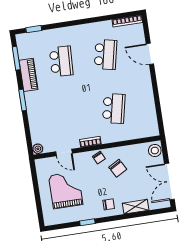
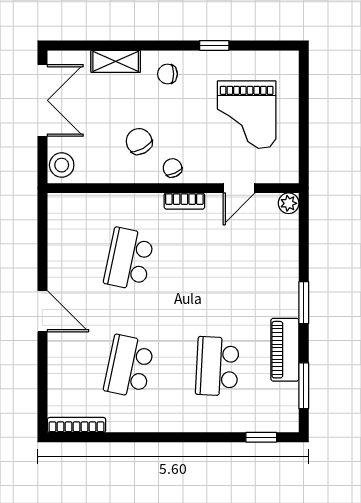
door: (150, 54) -> (42, 311), moved
door: (64, 153) -> (239, 188), swing flipped

